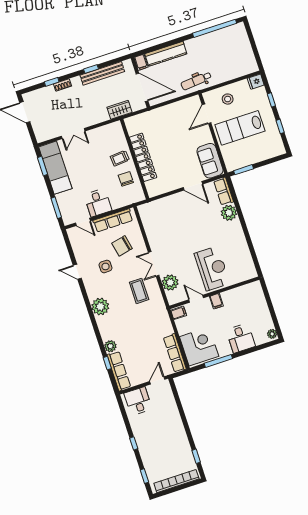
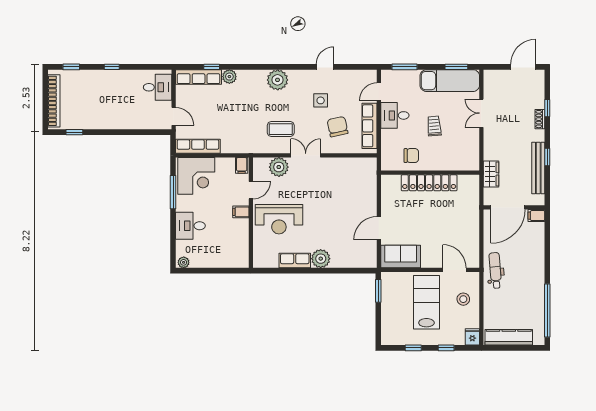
kitchen counter: (166, 54) -> (509, 337), moved, turned 90
trolley: (120, 158) -> (434, 126), moved
row of seats: (224, 191) -> (295, 261), moved
plant: (229, 213) -> (321, 259), moved

